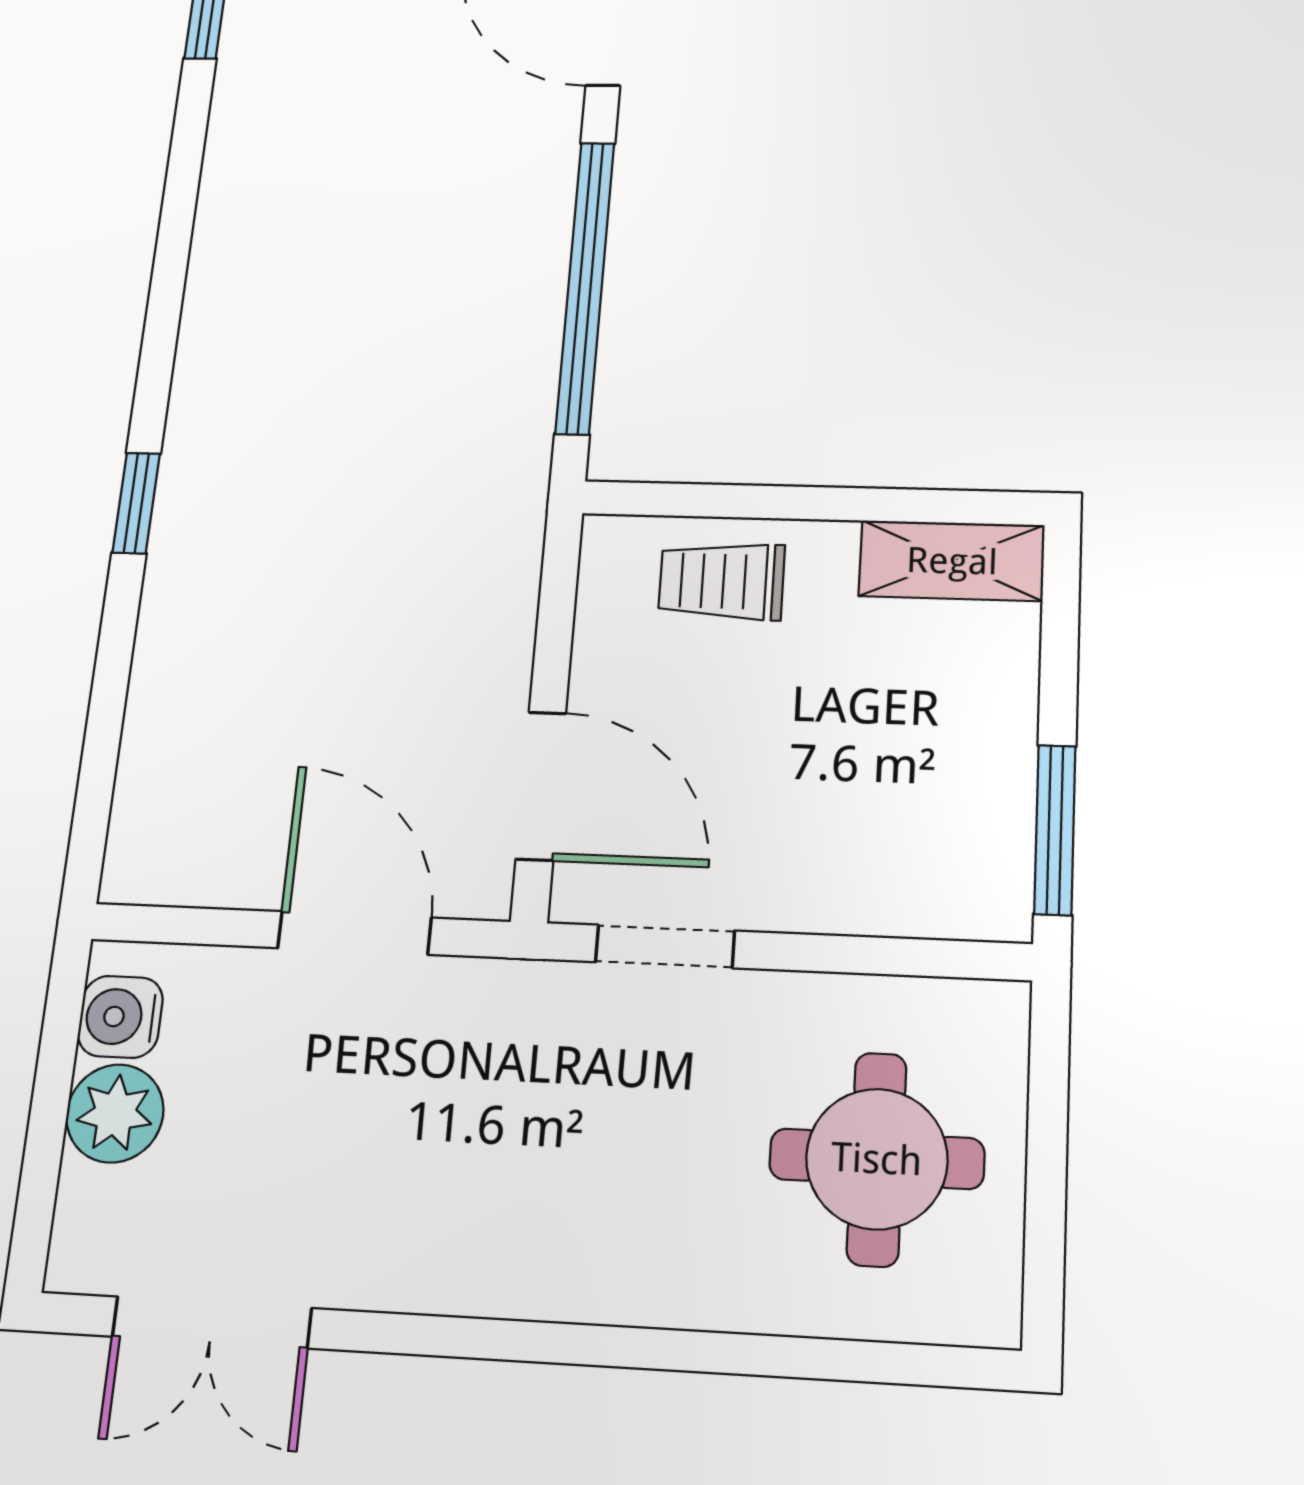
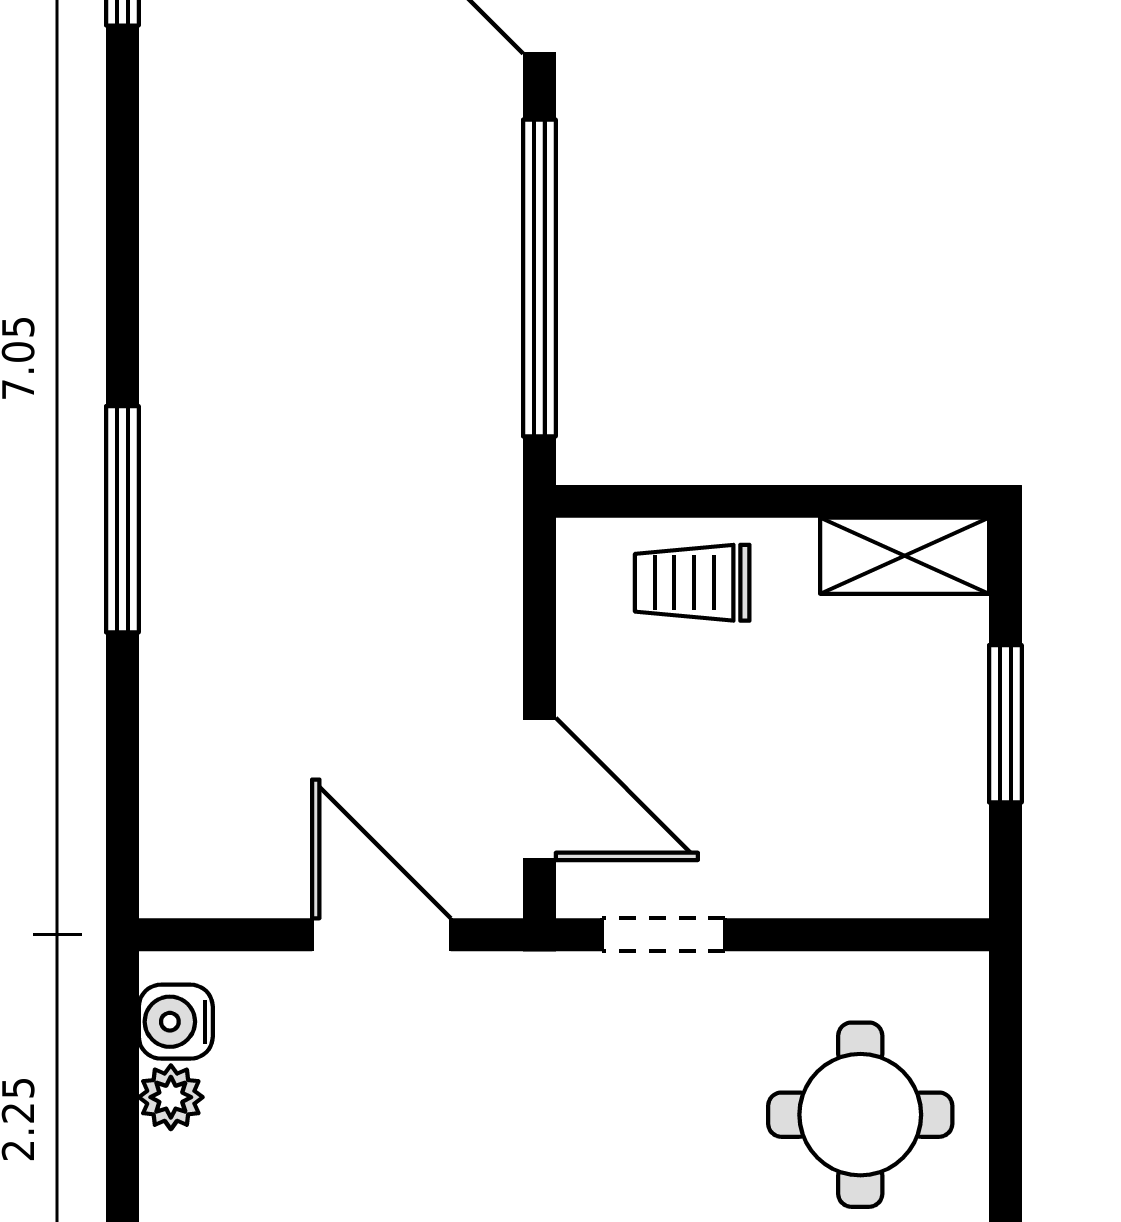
window: (136, 503) -> (122, 519), width x2.17
window: (1055, 830) -> (1005, 724), moved
plant: (115, 1113) -> (171, 1097), width x0.73, depth x0.73

